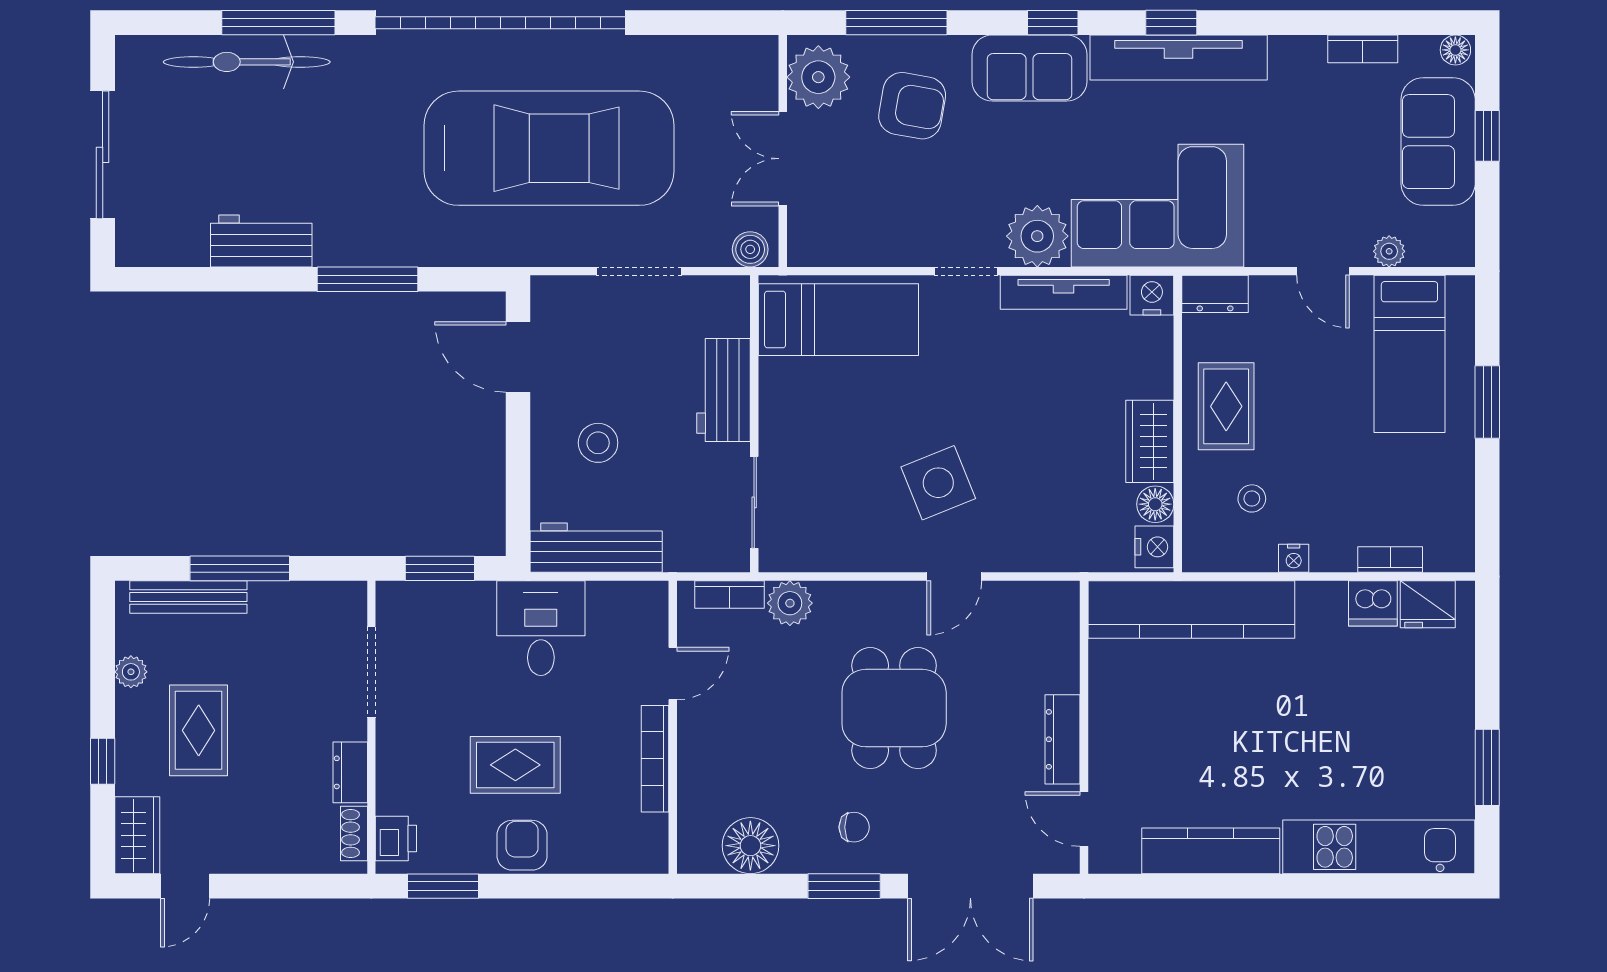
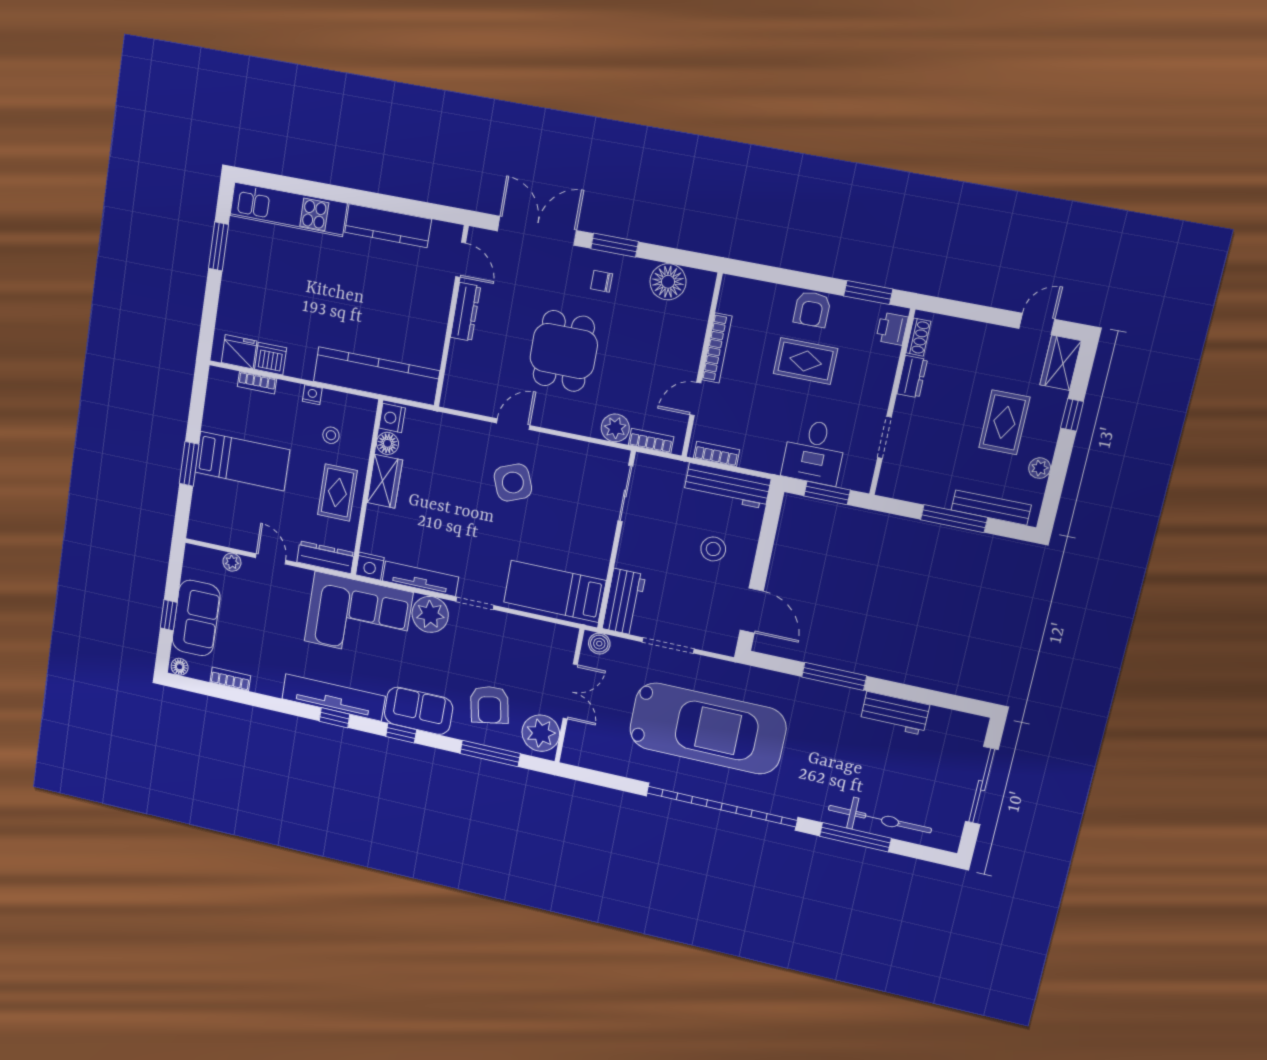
armchair: (912, 106) -> (489, 705), turned -111
car: (549, 148) -> (708, 728), turned 180
dresser: (1215, 294) -> (325, 557), width x1.44
bed: (1409, 354) -> (242, 461), moved, turned 90
workbench: (723, 390) -> (624, 602), moved
bookcase: (623, 594) -> (717, 454), added
desk: (541, 628) -> (814, 452), moved
doorway: (371, 672) -> (884, 437), width x0.73

